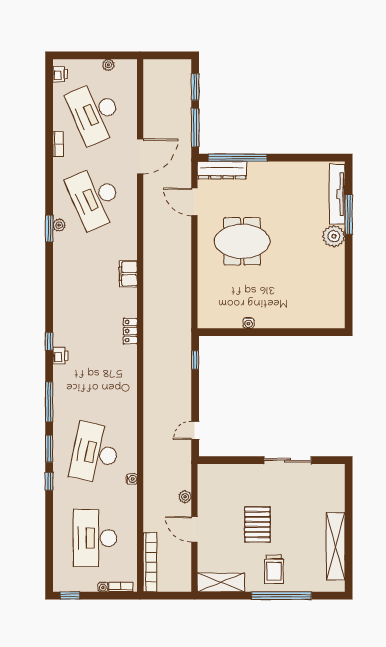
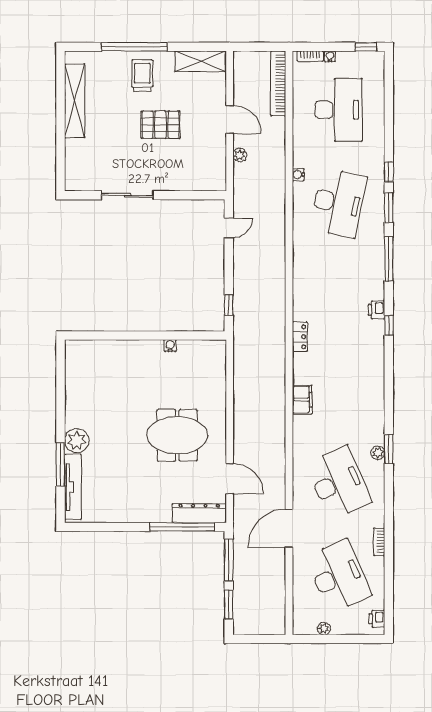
pallet: (257, 524) -> (160, 125), turned 90

